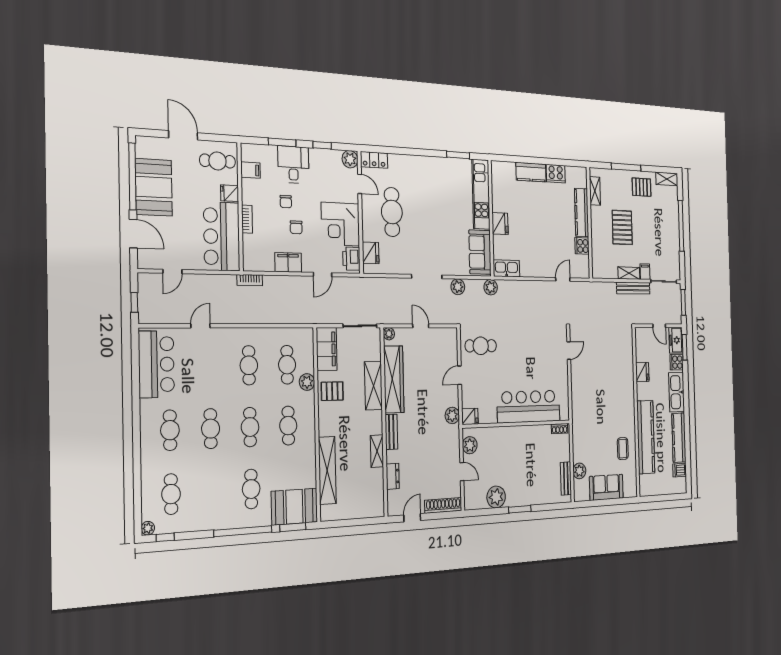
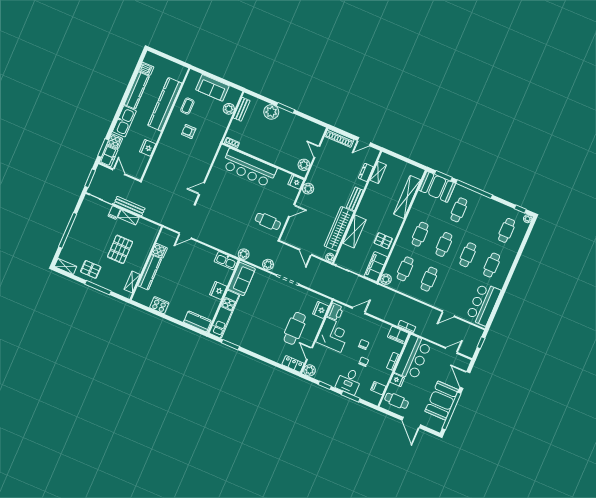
kitchen counter: (531, 172) -> (197, 321), moved
filing cabinet: (288, 262) -> (398, 335), moved
plant: (307, 382) -> (386, 279), moved
armchair: (609, 417) -> (189, 131), added
shelving: (377, 451) -> (378, 172), moved
plant: (496, 497) -> (271, 112), moved

